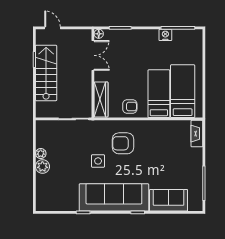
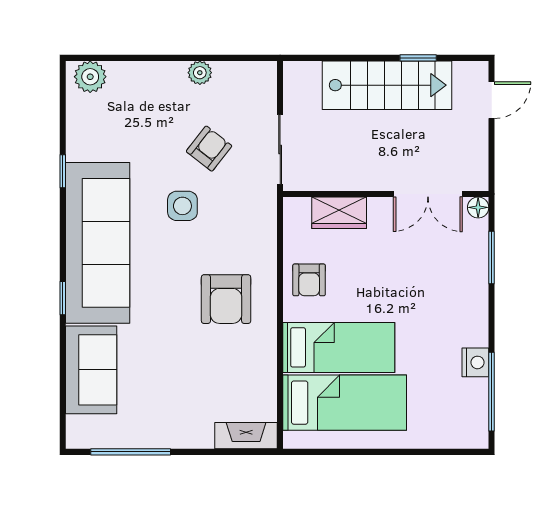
wardrobe: (101, 99) -> (339, 213), width x0.67
armchair: (123, 143) -> (226, 299), moved, turned 180
armchair: (73, 150) -> (209, 149), added
plant: (42, 167) -> (90, 77), moved

